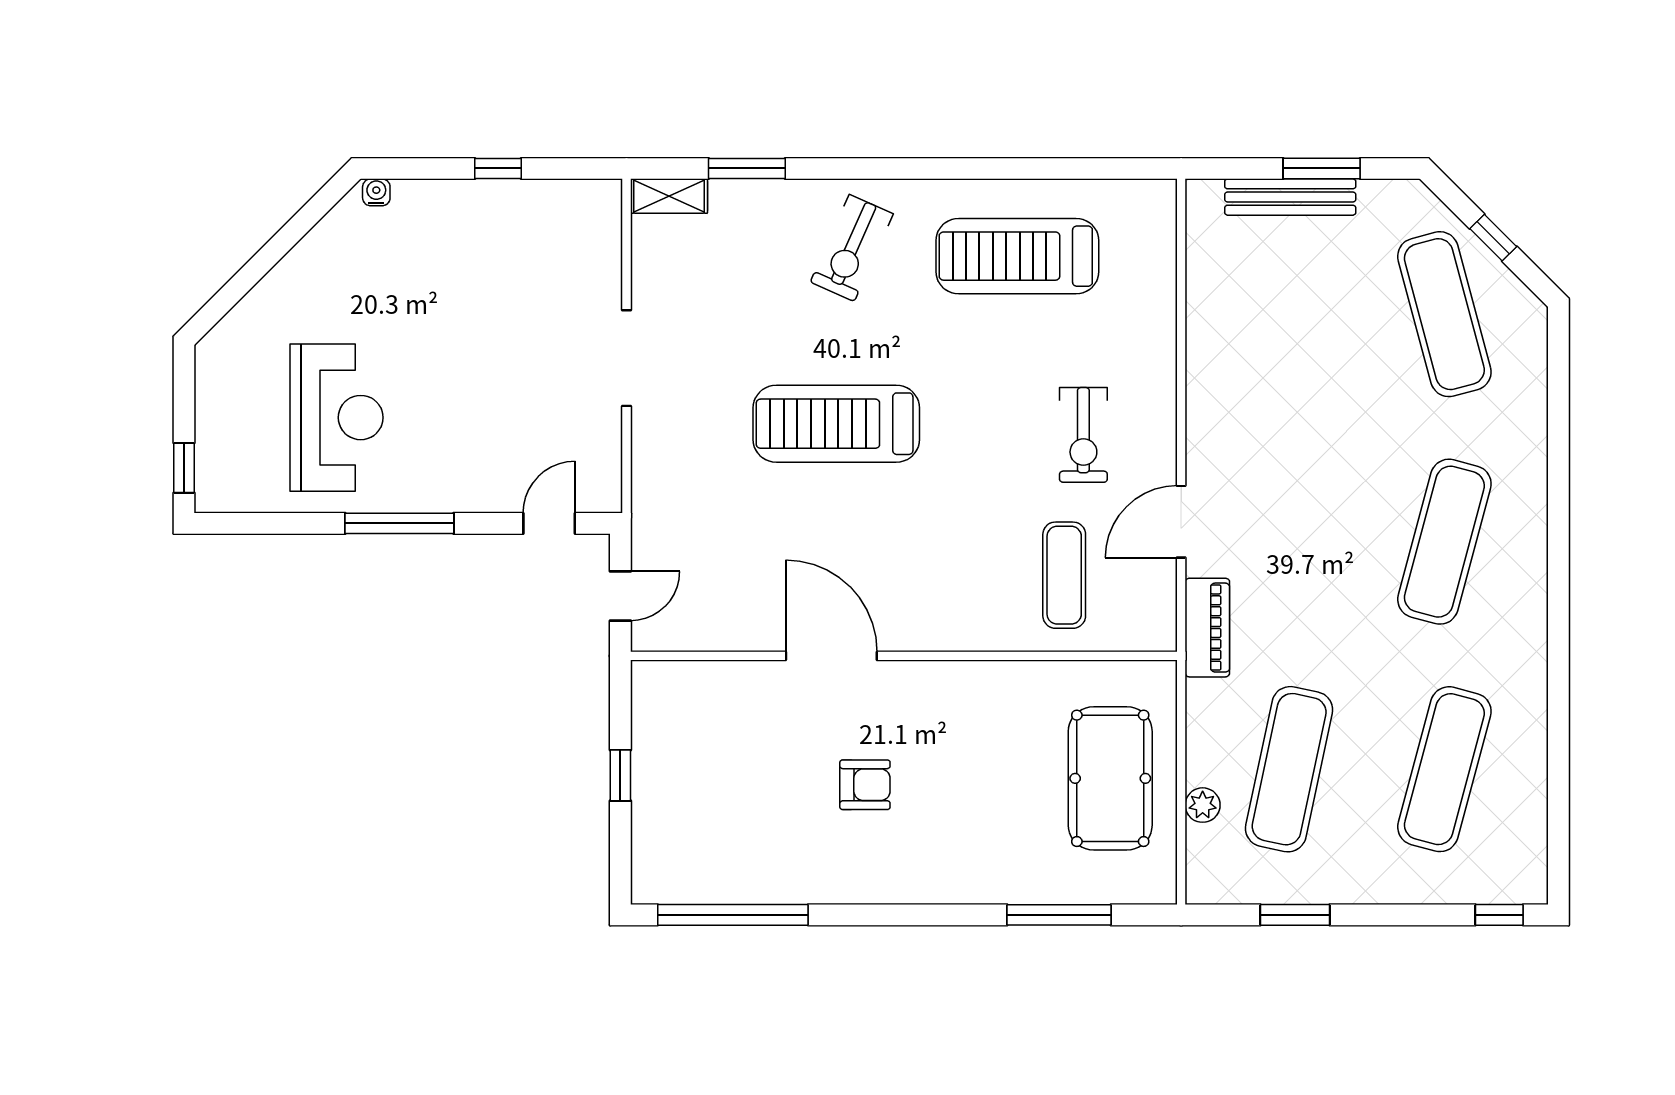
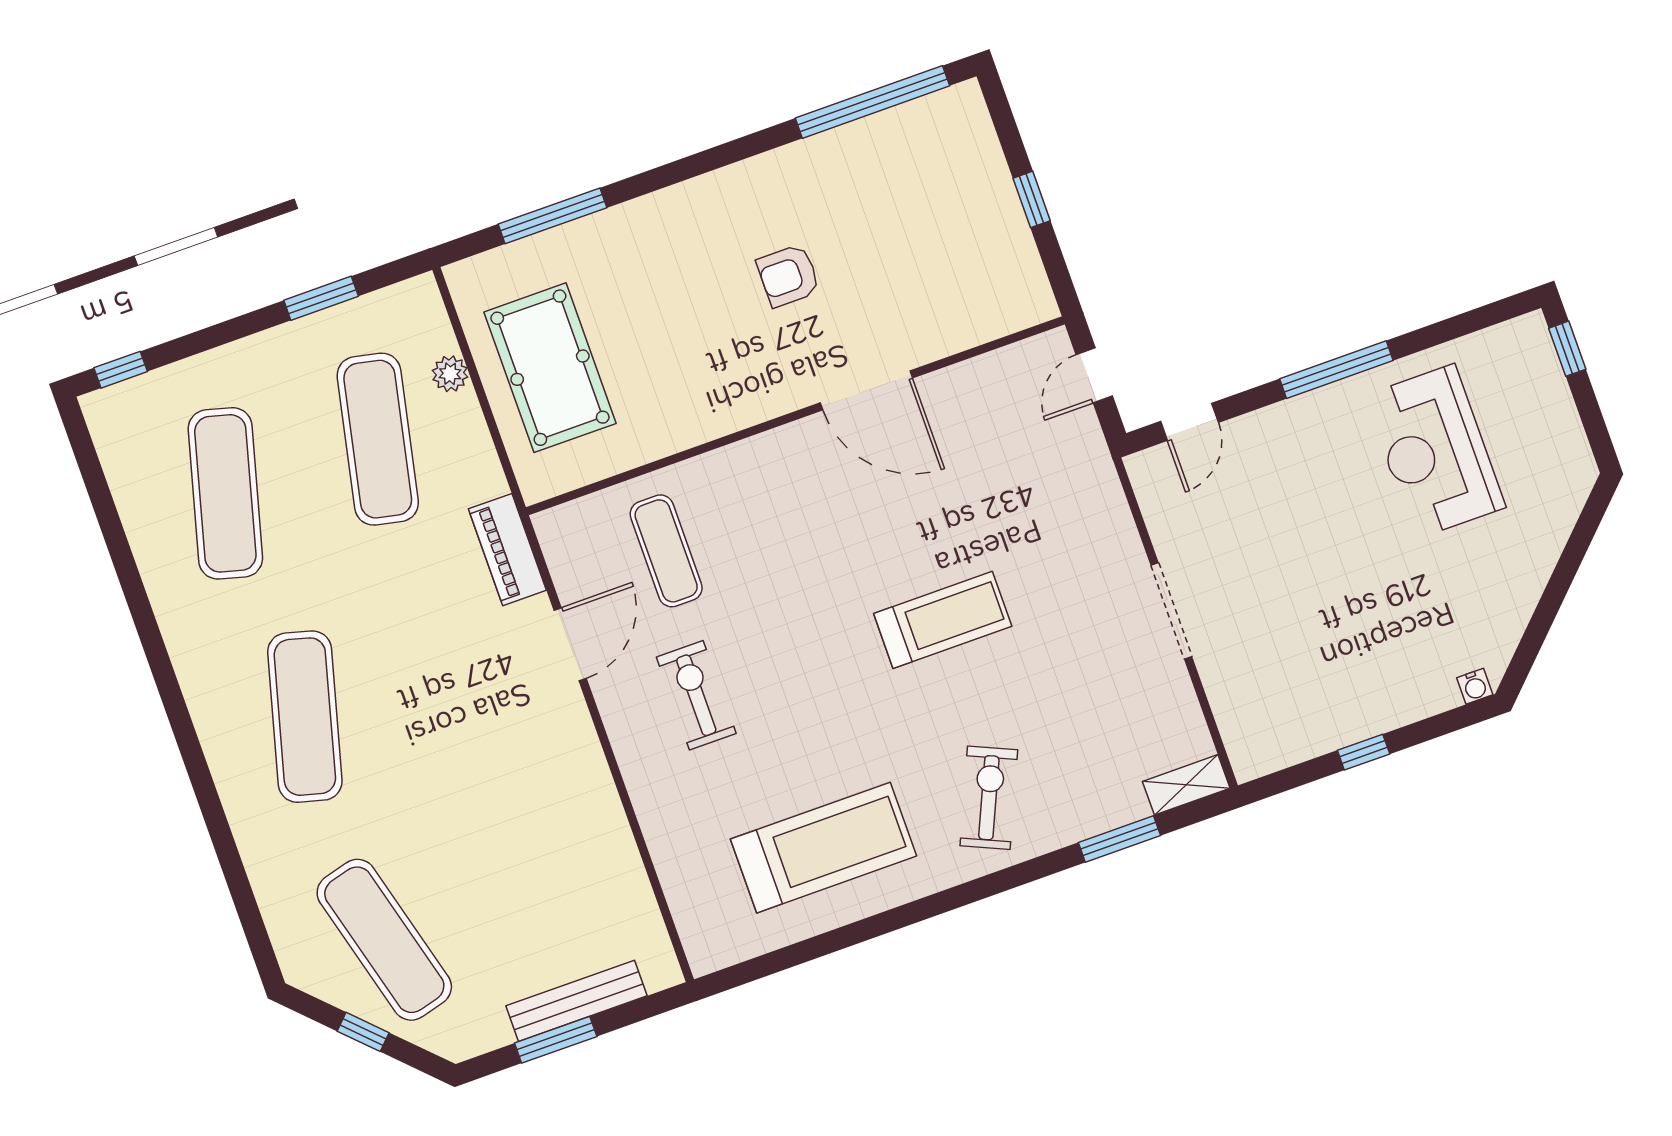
treadmill: (836, 424) -> (943, 620), width x0.73, depth x0.73

